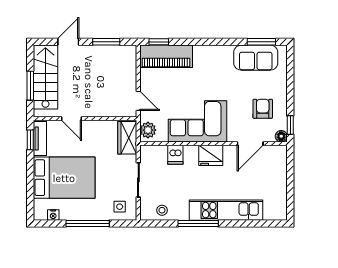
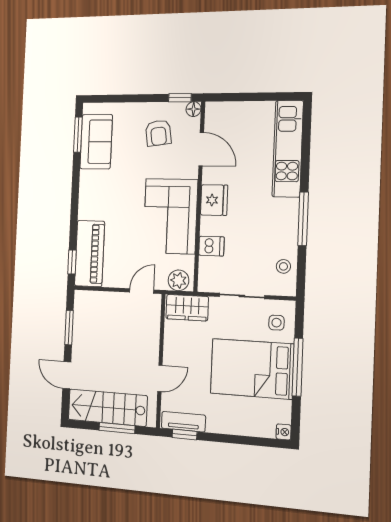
armchair: (263, 109) -> (158, 133), turned -98
bed: (64, 178) -> (252, 369), moved, turned -90
kitchen unit: (226, 210) -> (288, 149), moved
nightstand: (53, 215) -> (284, 432), moved

